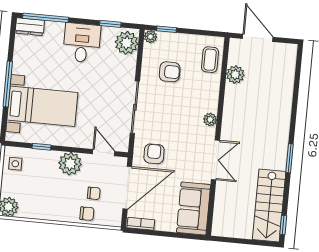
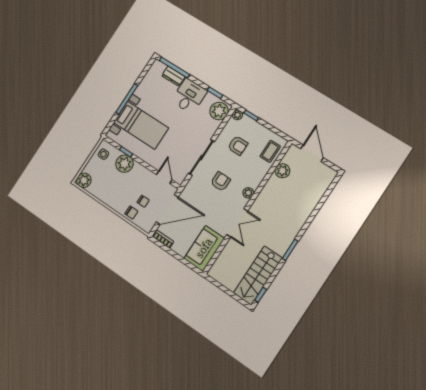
dresser: (30, 27) -> (173, 76), moved
armchair: (154, 154) -> (220, 181), moved
plant: (70, 164) -> (125, 164), moved

